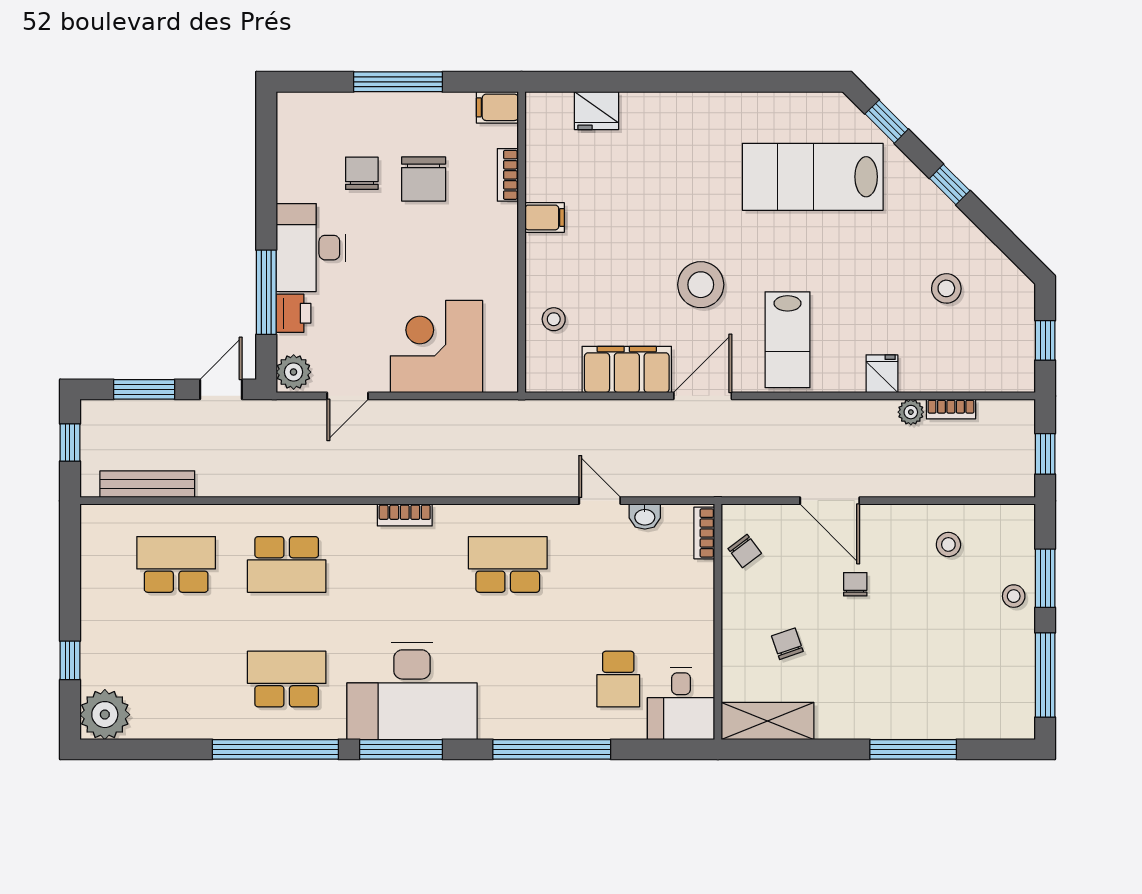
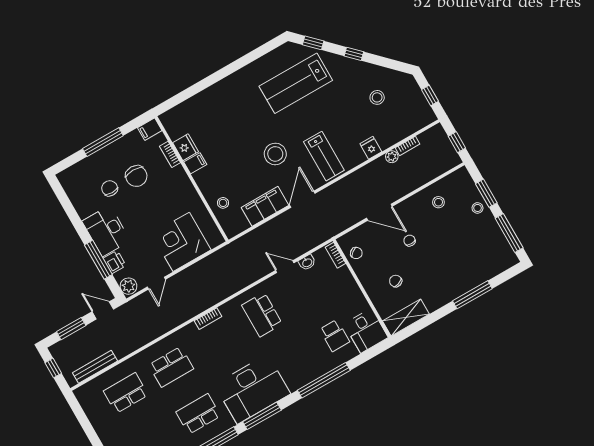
fridge: (597, 111) -> (186, 147), moved, turned -90
door: (221, 389) -> (103, 310), hinge flipped
school desk: (508, 564) -> (262, 315), turned -90

